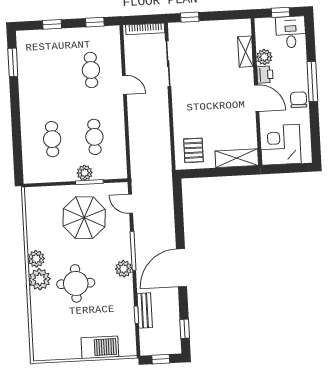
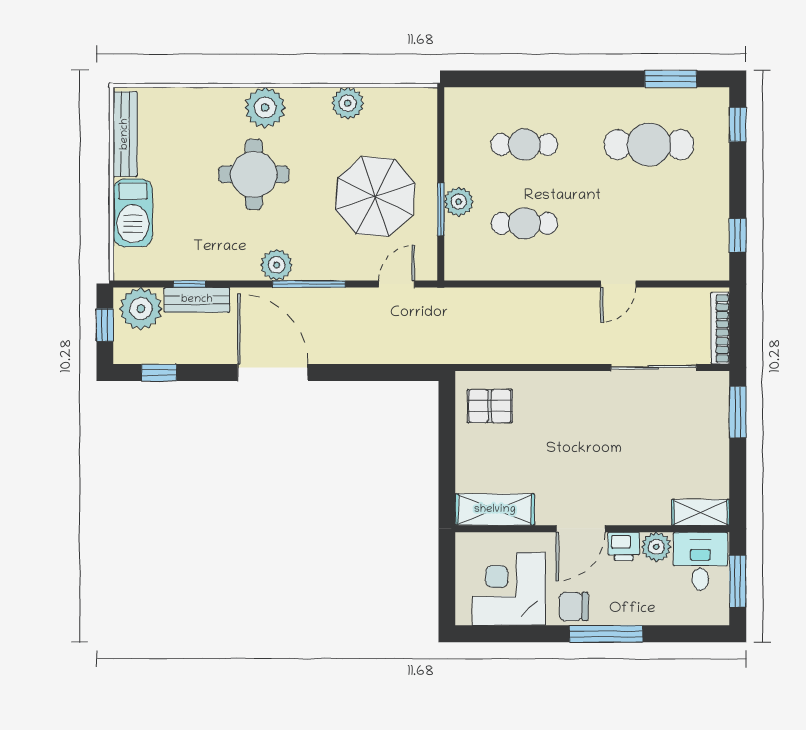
window: (280, 12) -> (738, 581), width x1.50
window: (190, 17) -> (738, 412), width x1.50
window: (52, 24) -> (738, 125), moved
desk: (291, 32) -> (700, 561), moved, turned -90
shelving: (245, 52) -> (701, 512), moved
cafe table: (91, 70) -> (649, 145), moved, width x1.37, depth x1.35
chair: (299, 100) -> (574, 606), turned 180
corner desk: (281, 145) -> (509, 589), moved, turned -90
shelving: (237, 158) -> (495, 510), moved, turned 90
plant: (36, 259) -> (348, 103), moved
plant: (151, 340) -> (141, 309), added
bench: (58, 354) -> (125, 134), added

